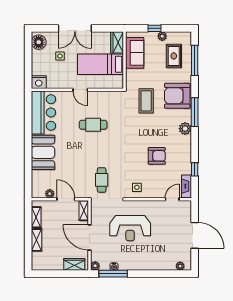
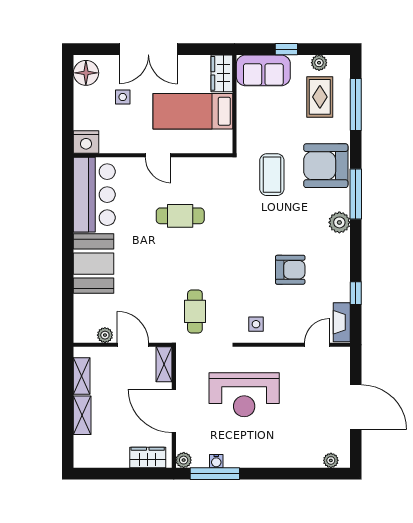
plant: (162, 36) -> (319, 63), moved
sofa: (135, 53) -> (263, 70), moved, turned 90

